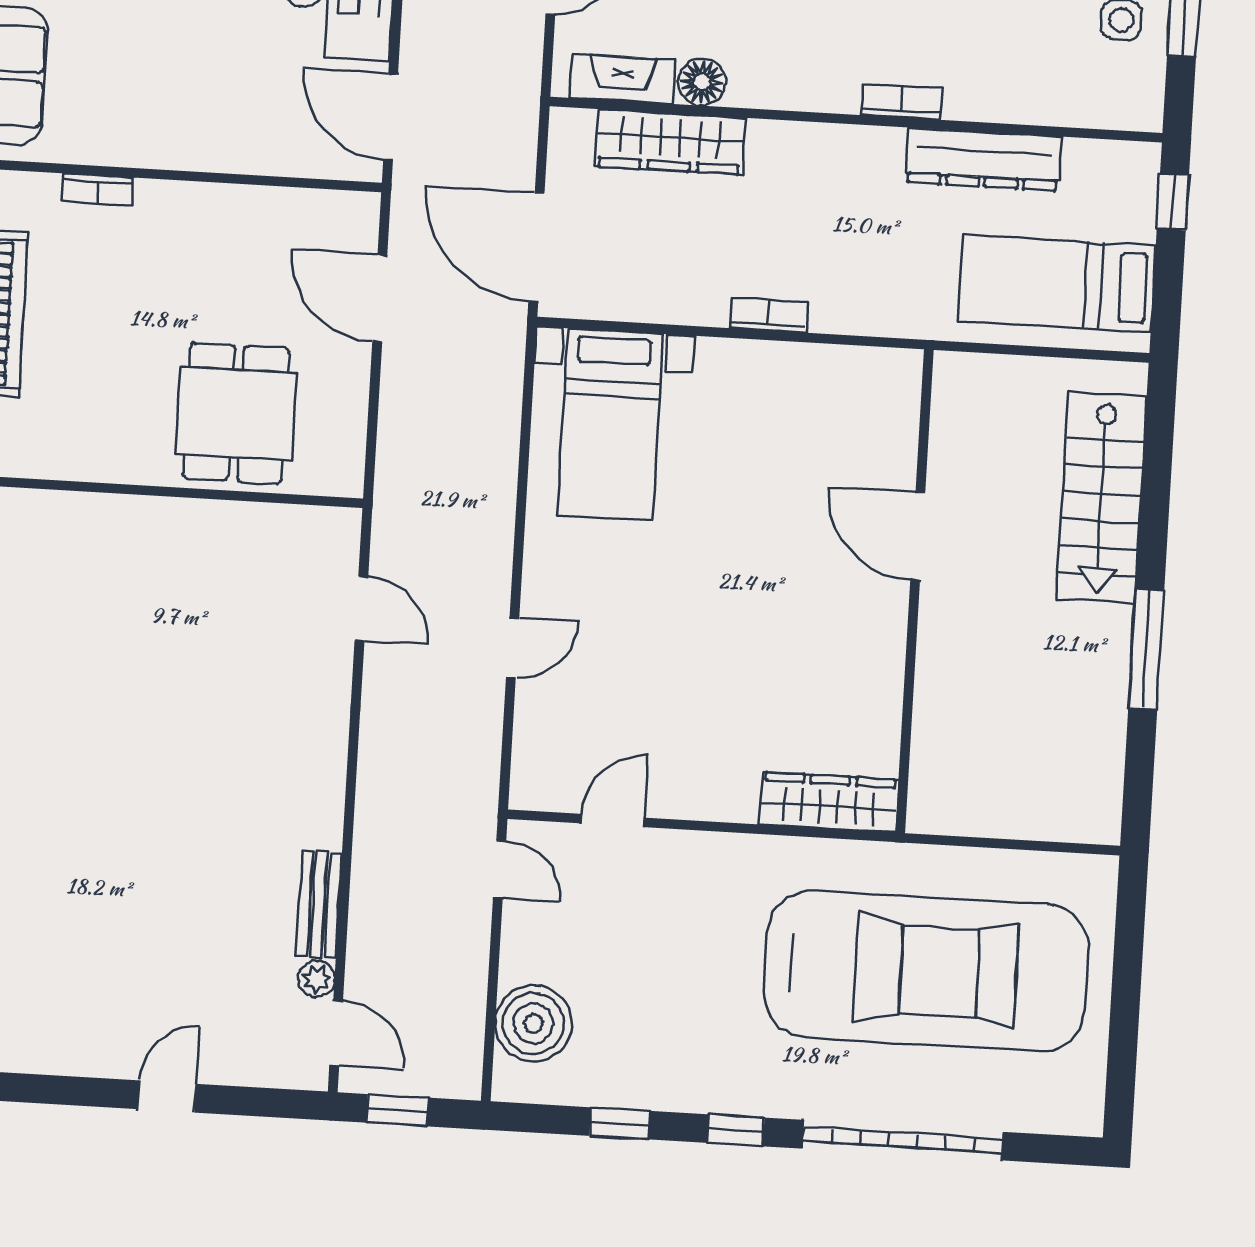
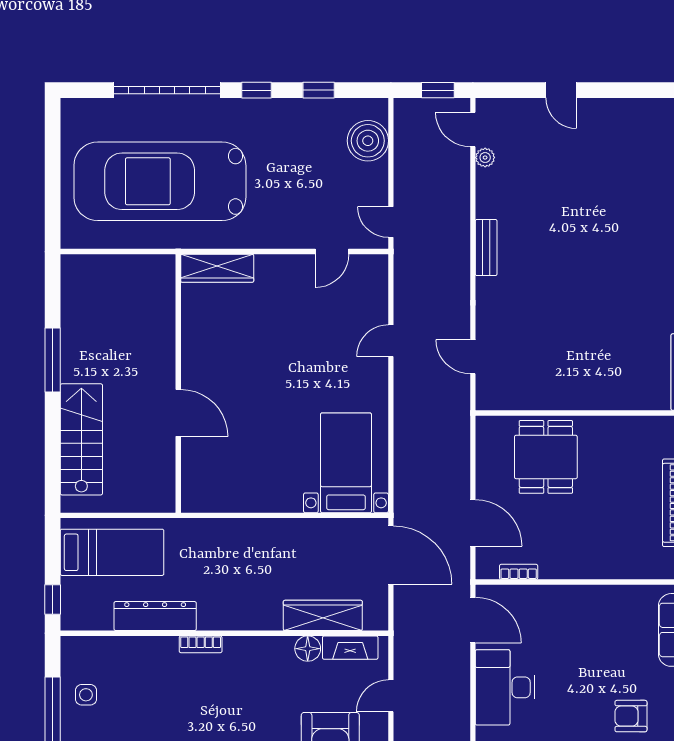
bookcase: (97, 190) -> (519, 572), moved
bookcase: (769, 315) -> (265, 526), removed
bench: (319, 904) -> (486, 247), moved
door: (167, 1096) -> (561, 90), hinge flipped

